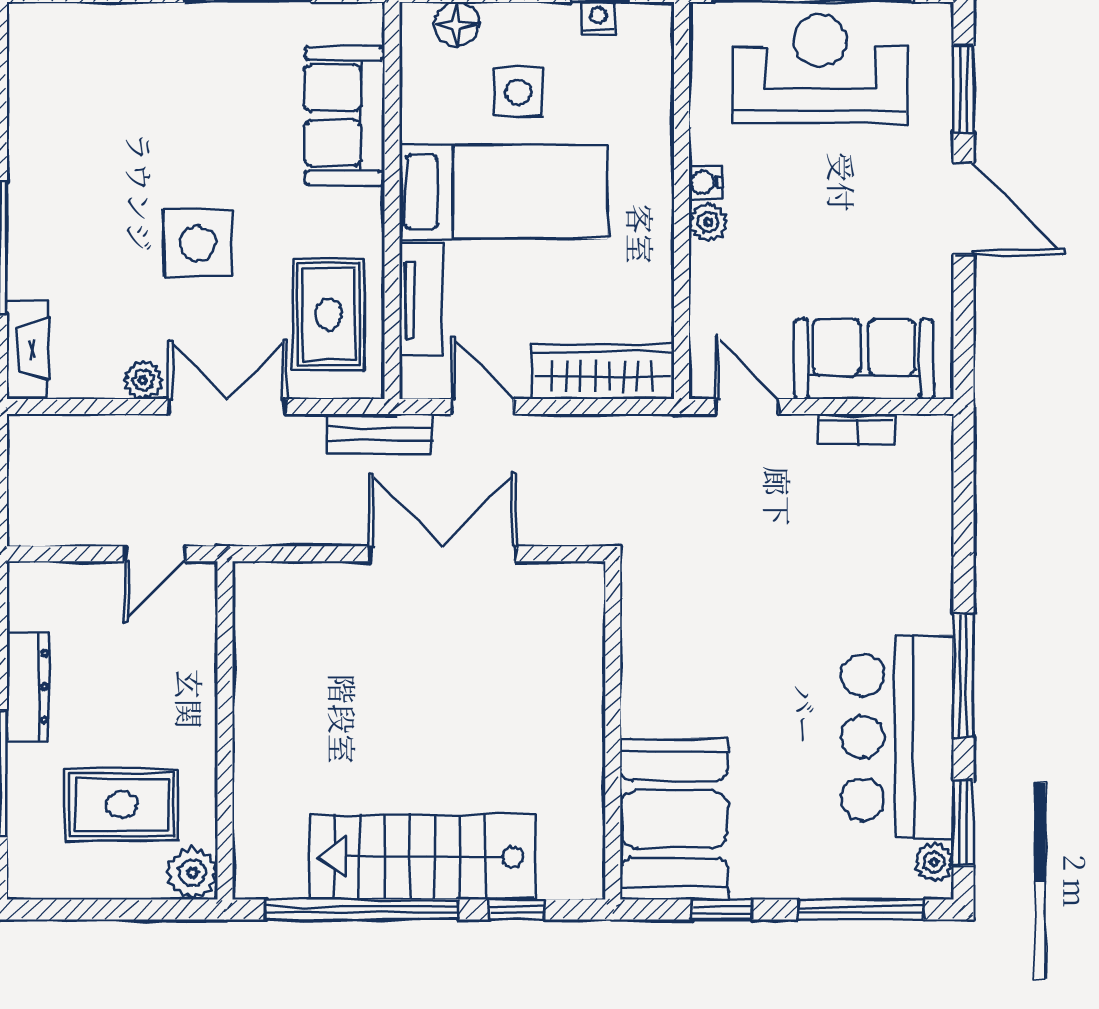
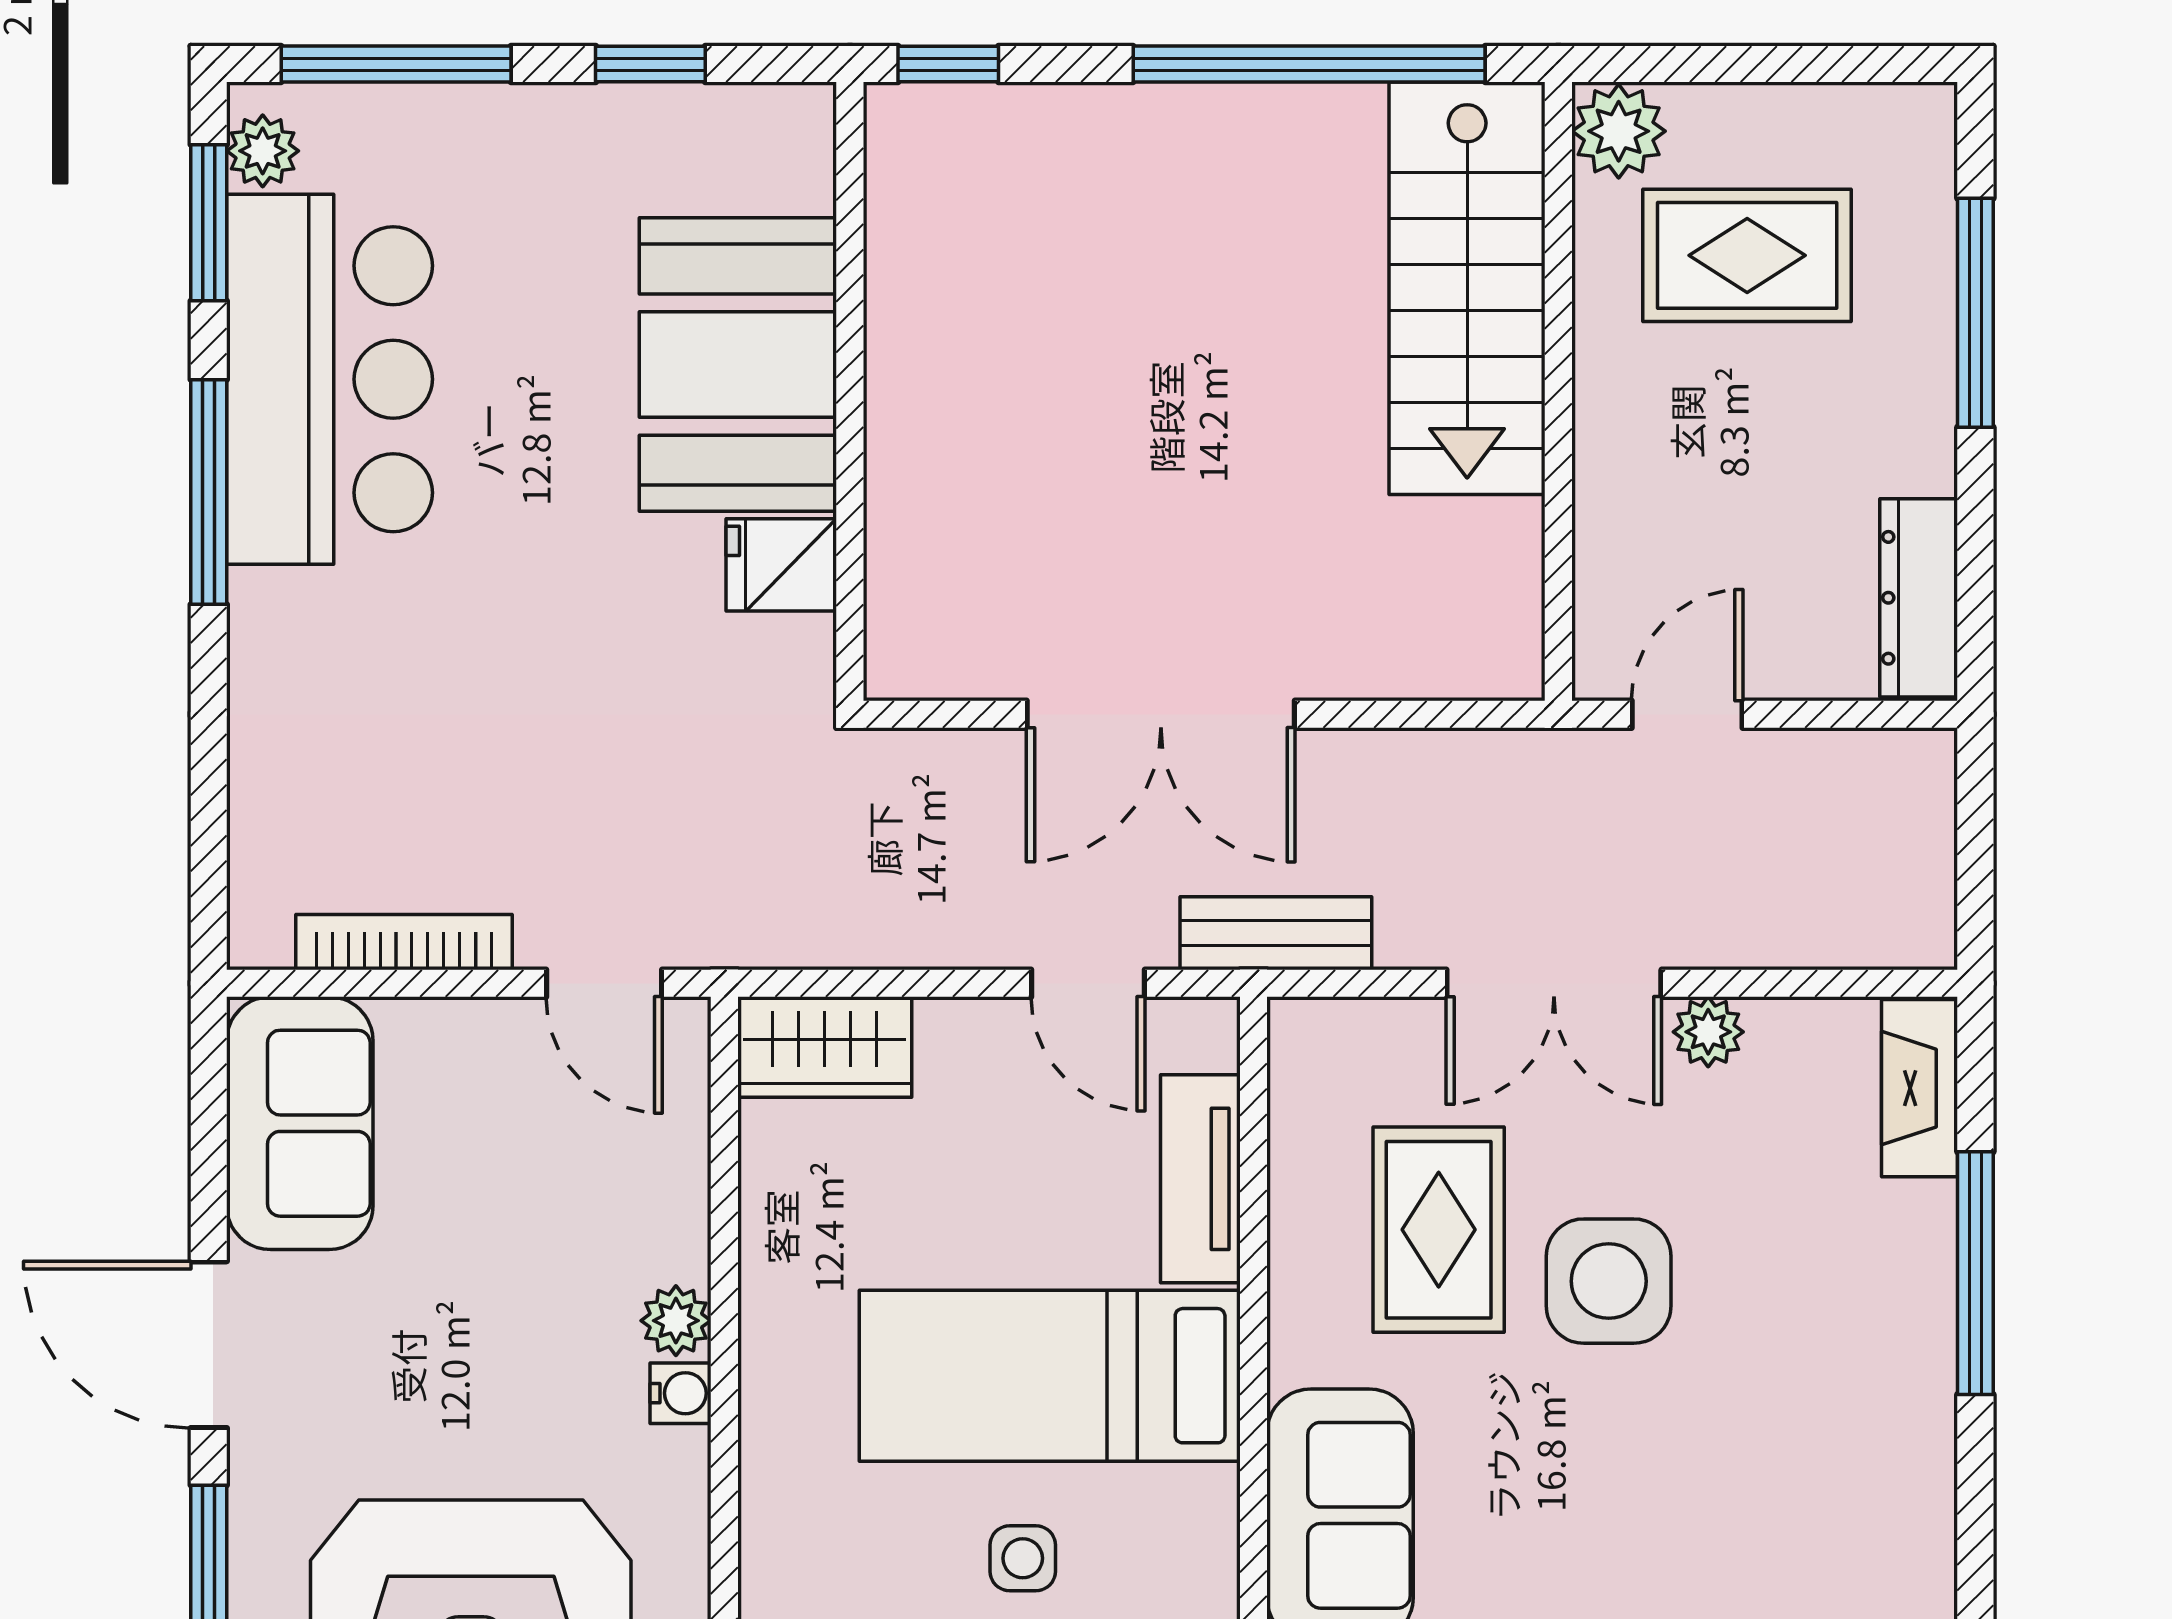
side table: (518, 92) -> (1023, 1558), width x0.73, depth x0.73
rug: (329, 314) -> (1439, 1230), moved
sofa: (864, 359) -> (300, 1123), moved, turned -90
wardrobe: (603, 372) -> (825, 1047), width x0.67
bookcase: (857, 429) -> (404, 942), width x1.56
fridge: (650, 635) -> (781, 565), added
dresser: (28, 687) -> (1919, 598), moved
booth: (674, 819) -> (738, 365), moved
stairs: (422, 857) -> (1467, 288), moved, turned 90
window: (517, 910) -> (948, 64), moved

